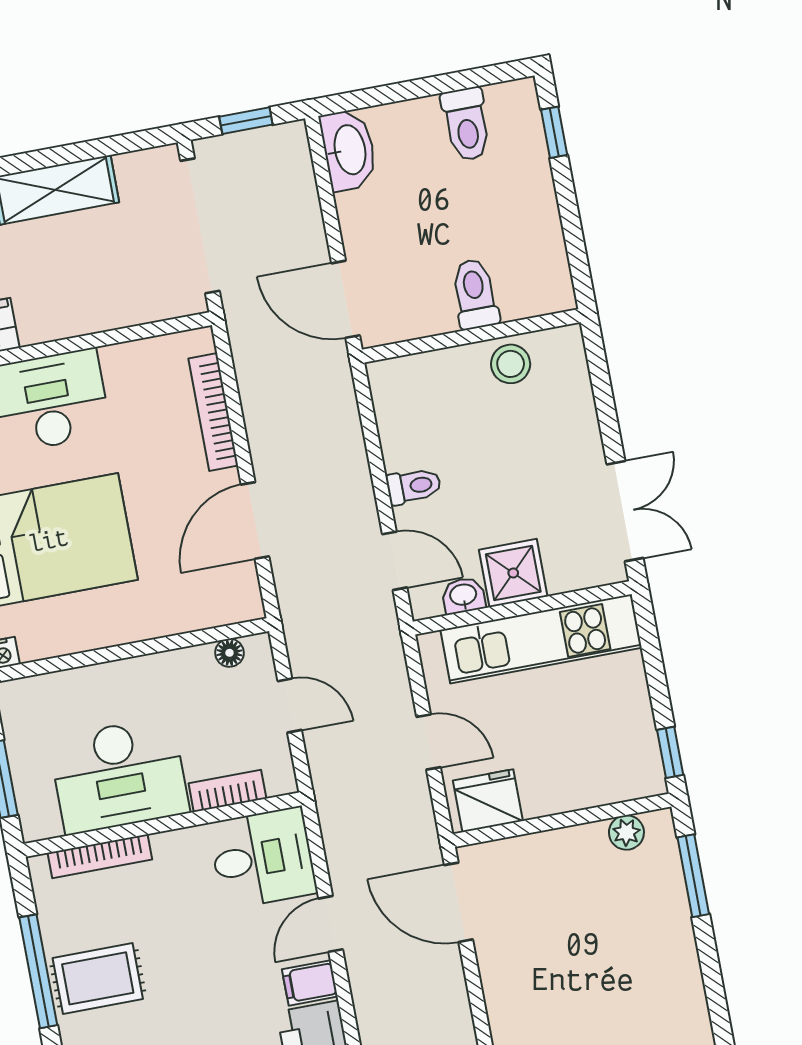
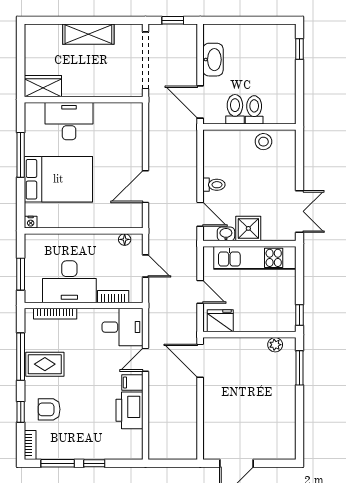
toilet: (466, 124) -> (235, 109), moved, turned 180
washbasin: (349, 150) -> (213, 60), moved
bookcase: (213, 412) -> (137, 138), removed

